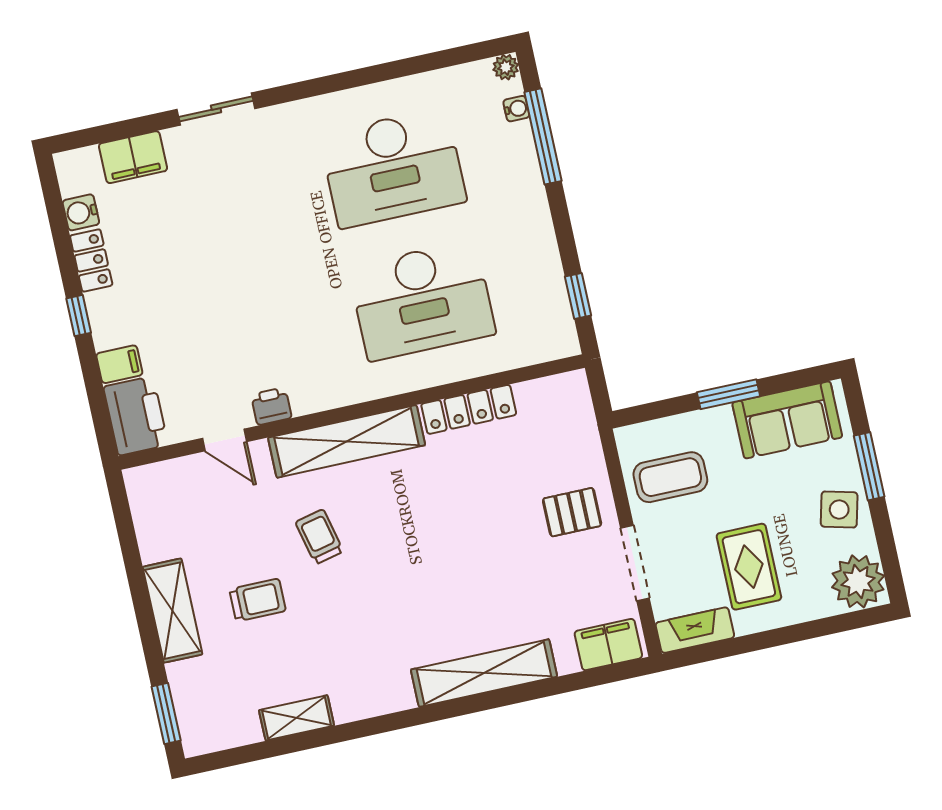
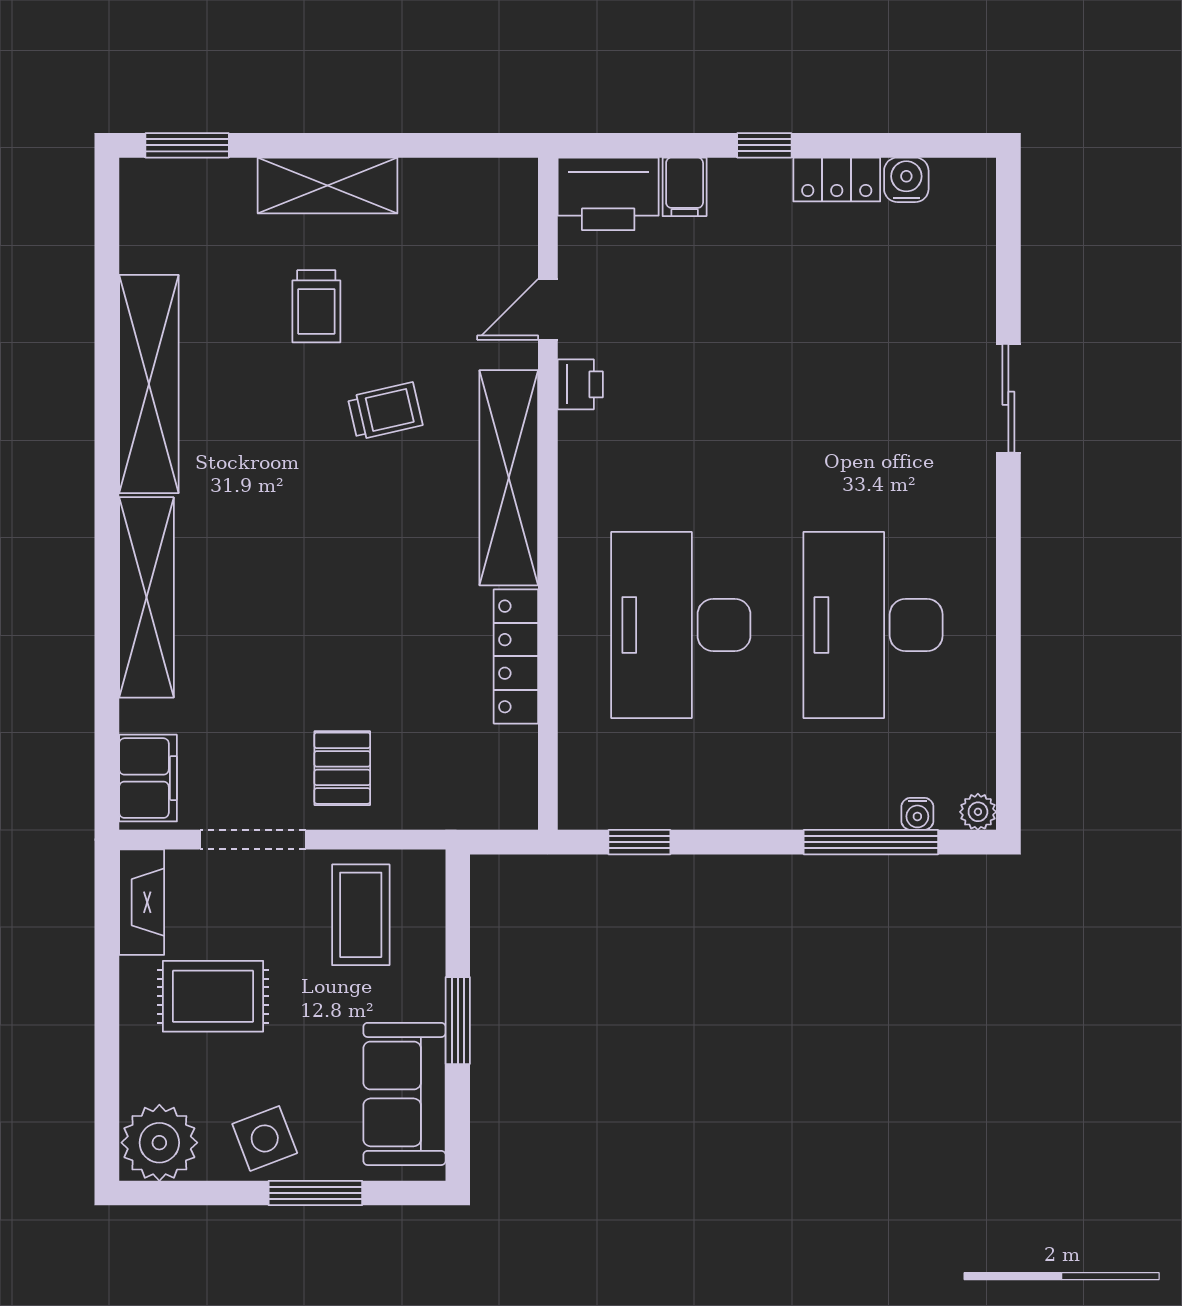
filing cabinet: (133, 157) -> (967, 269), removed
side table: (839, 510) -> (265, 1138), turned -35
shelving: (297, 718) -> (149, 384), width x2.20, depth x1.33

